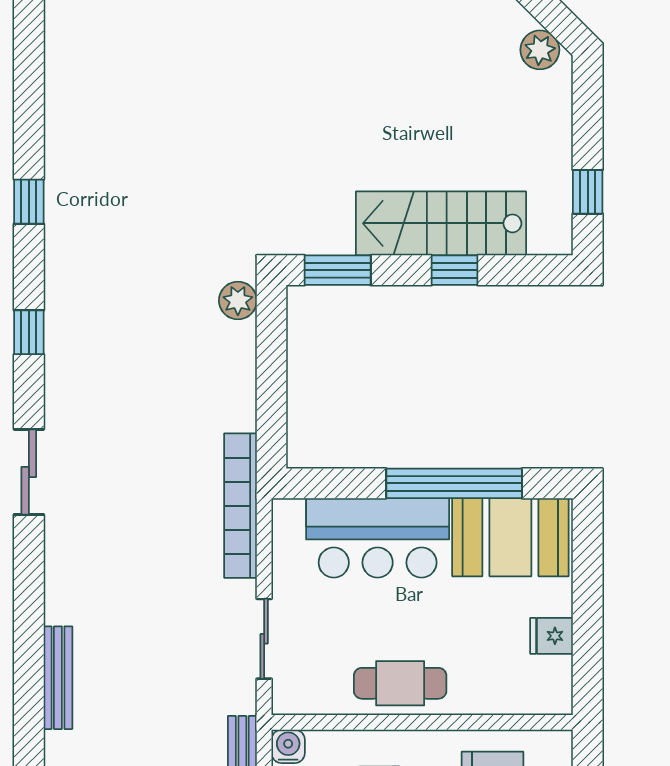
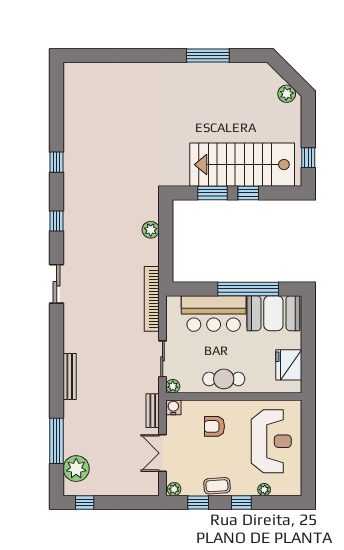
stairs: (441, 223) -> (242, 165), width x1.36, depth x1.51
window: (338, 270) -> (212, 193), moved
plant: (238, 301) -> (151, 230), moved
fridge: (552, 636) -> (289, 365), width x1.88, depth x1.34
plant: (287, 700) -> (173, 386), added

